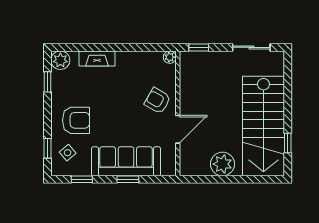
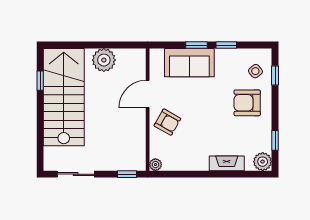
sofa: (126, 161) -> (189, 63), width x0.73
window: (82, 179) -> (226, 45), moved

